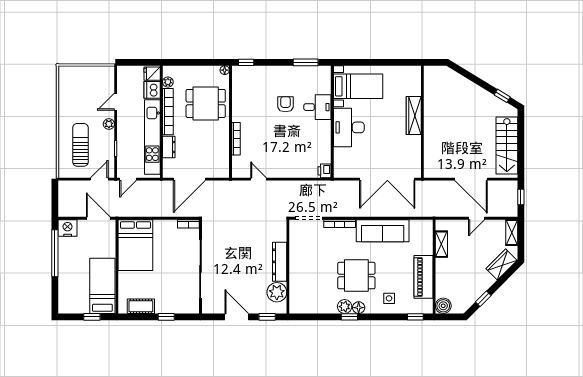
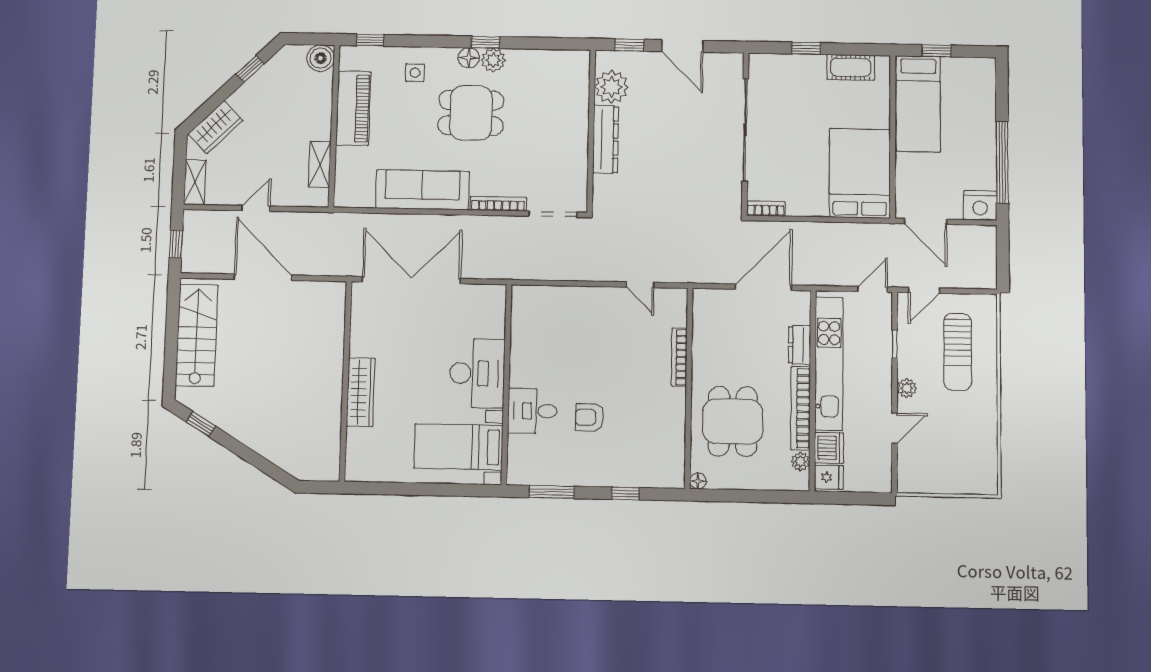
window: (246, 62) -> (626, 494), moved
dining table: (206, 103) -> (733, 421), turned 90
armchair: (286, 104) -> (590, 417), turned 90
printer: (325, 171) -> (522, 297), removed

